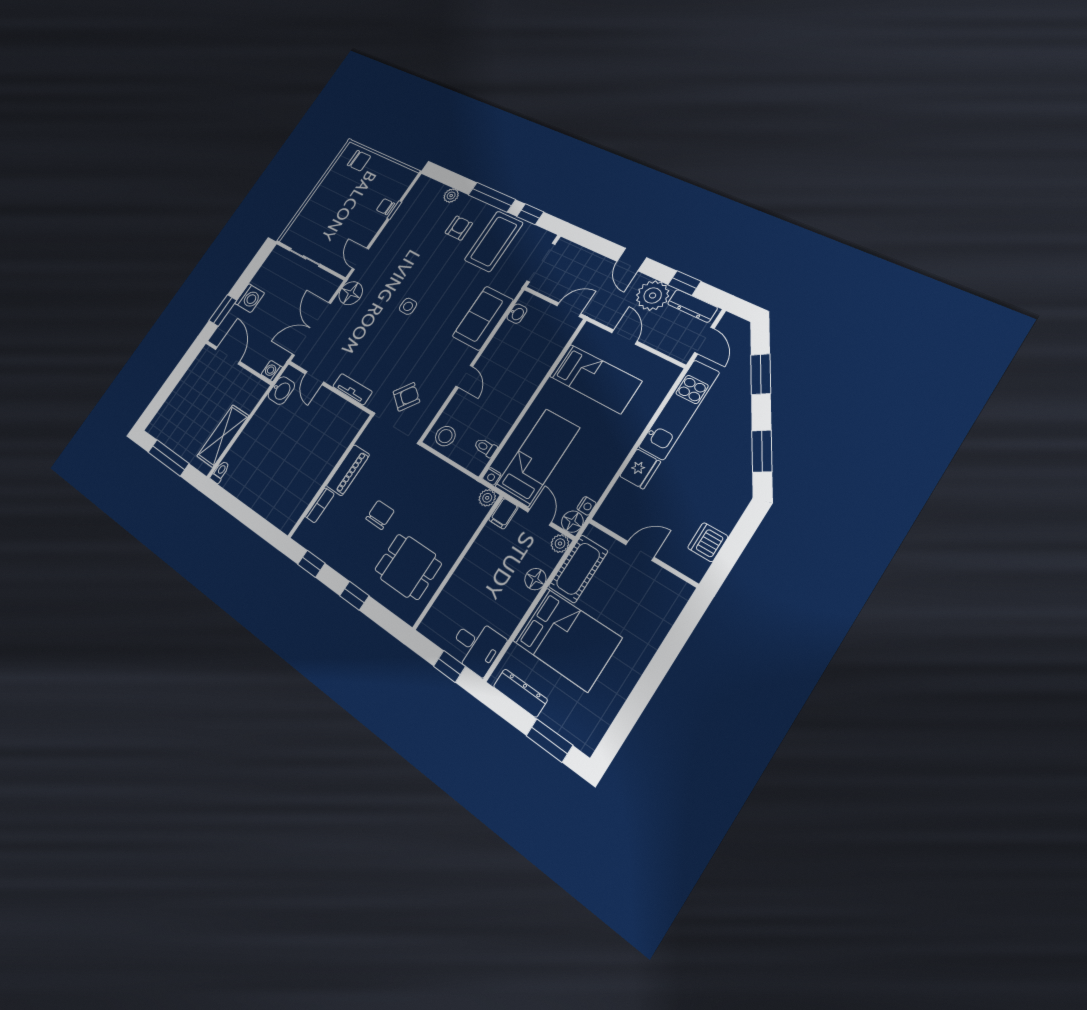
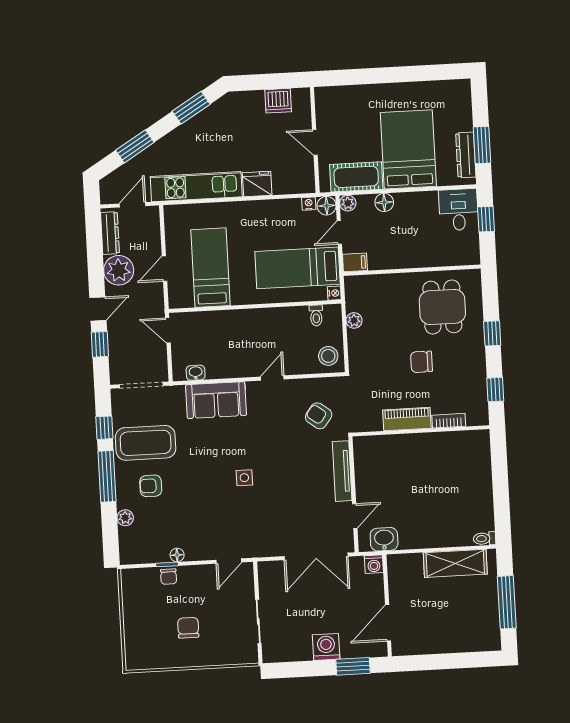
chair: (359, 161) -> (188, 628), moved
window: (684, 283) -> (100, 344), moved
floor lamp: (351, 293) -> (177, 555), moved, width x0.53, depth x0.53
tv unit: (352, 389) -> (342, 471), width x1.41
plant: (487, 498) -> (354, 320), moved
window: (549, 740) -> (482, 145), moved

